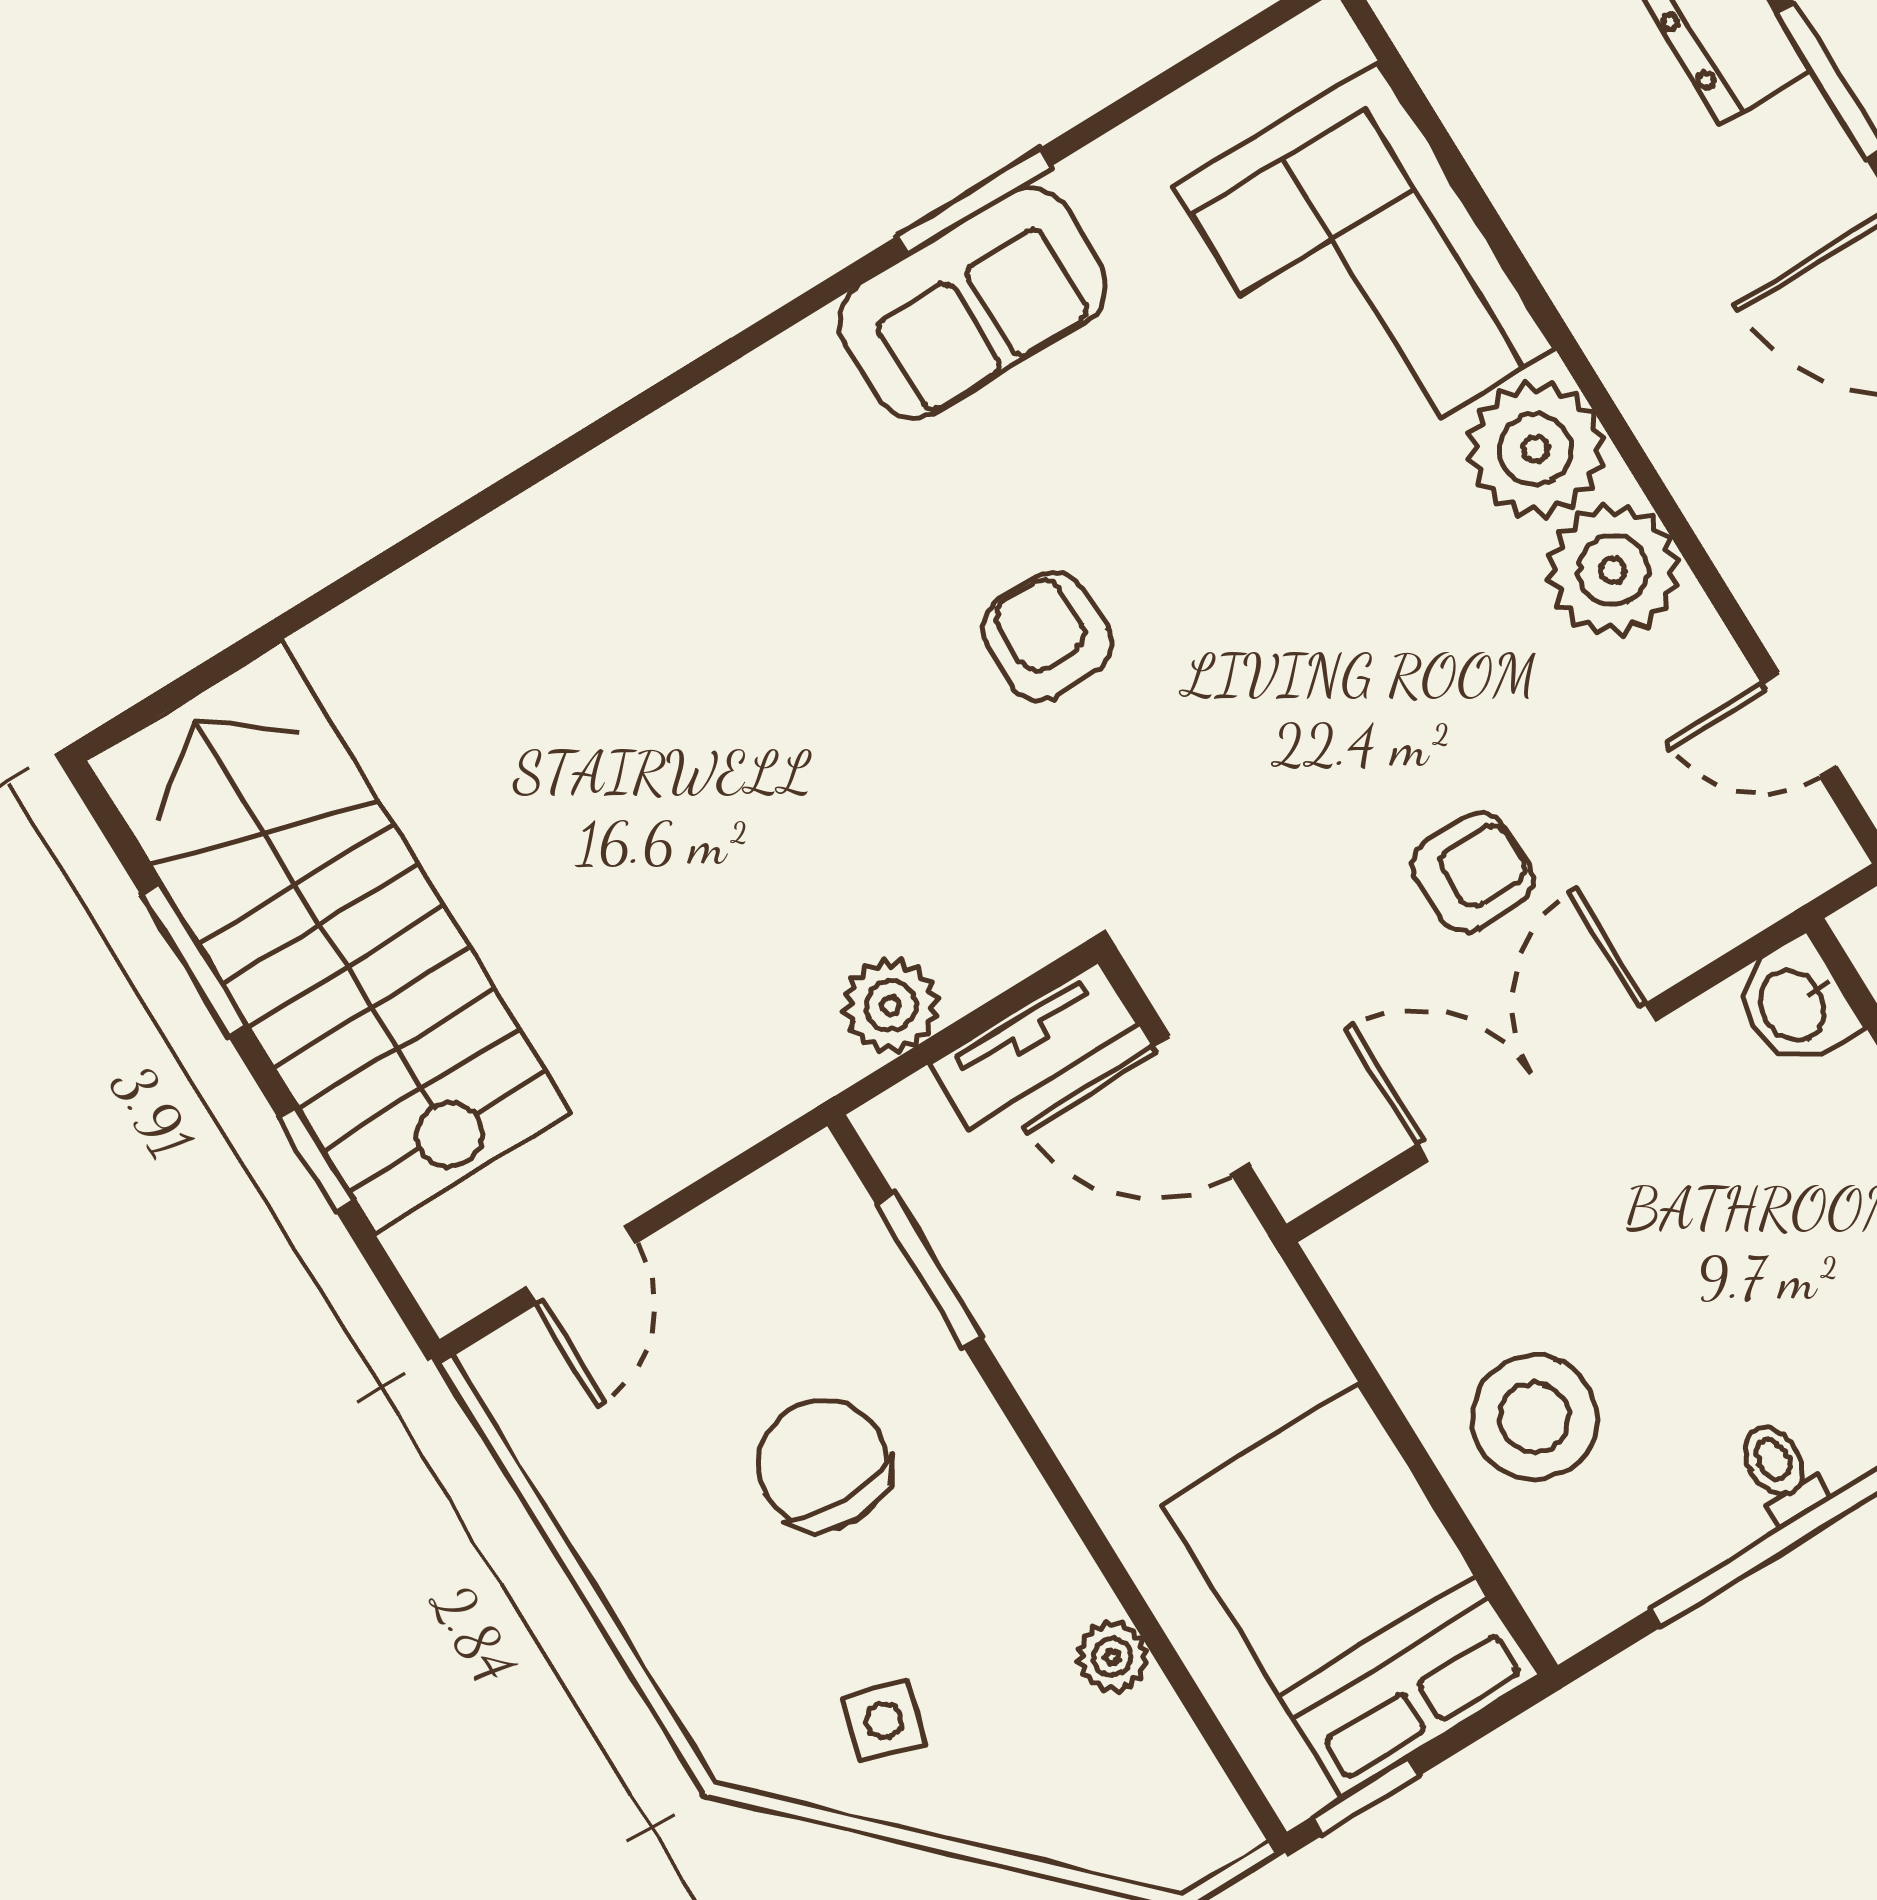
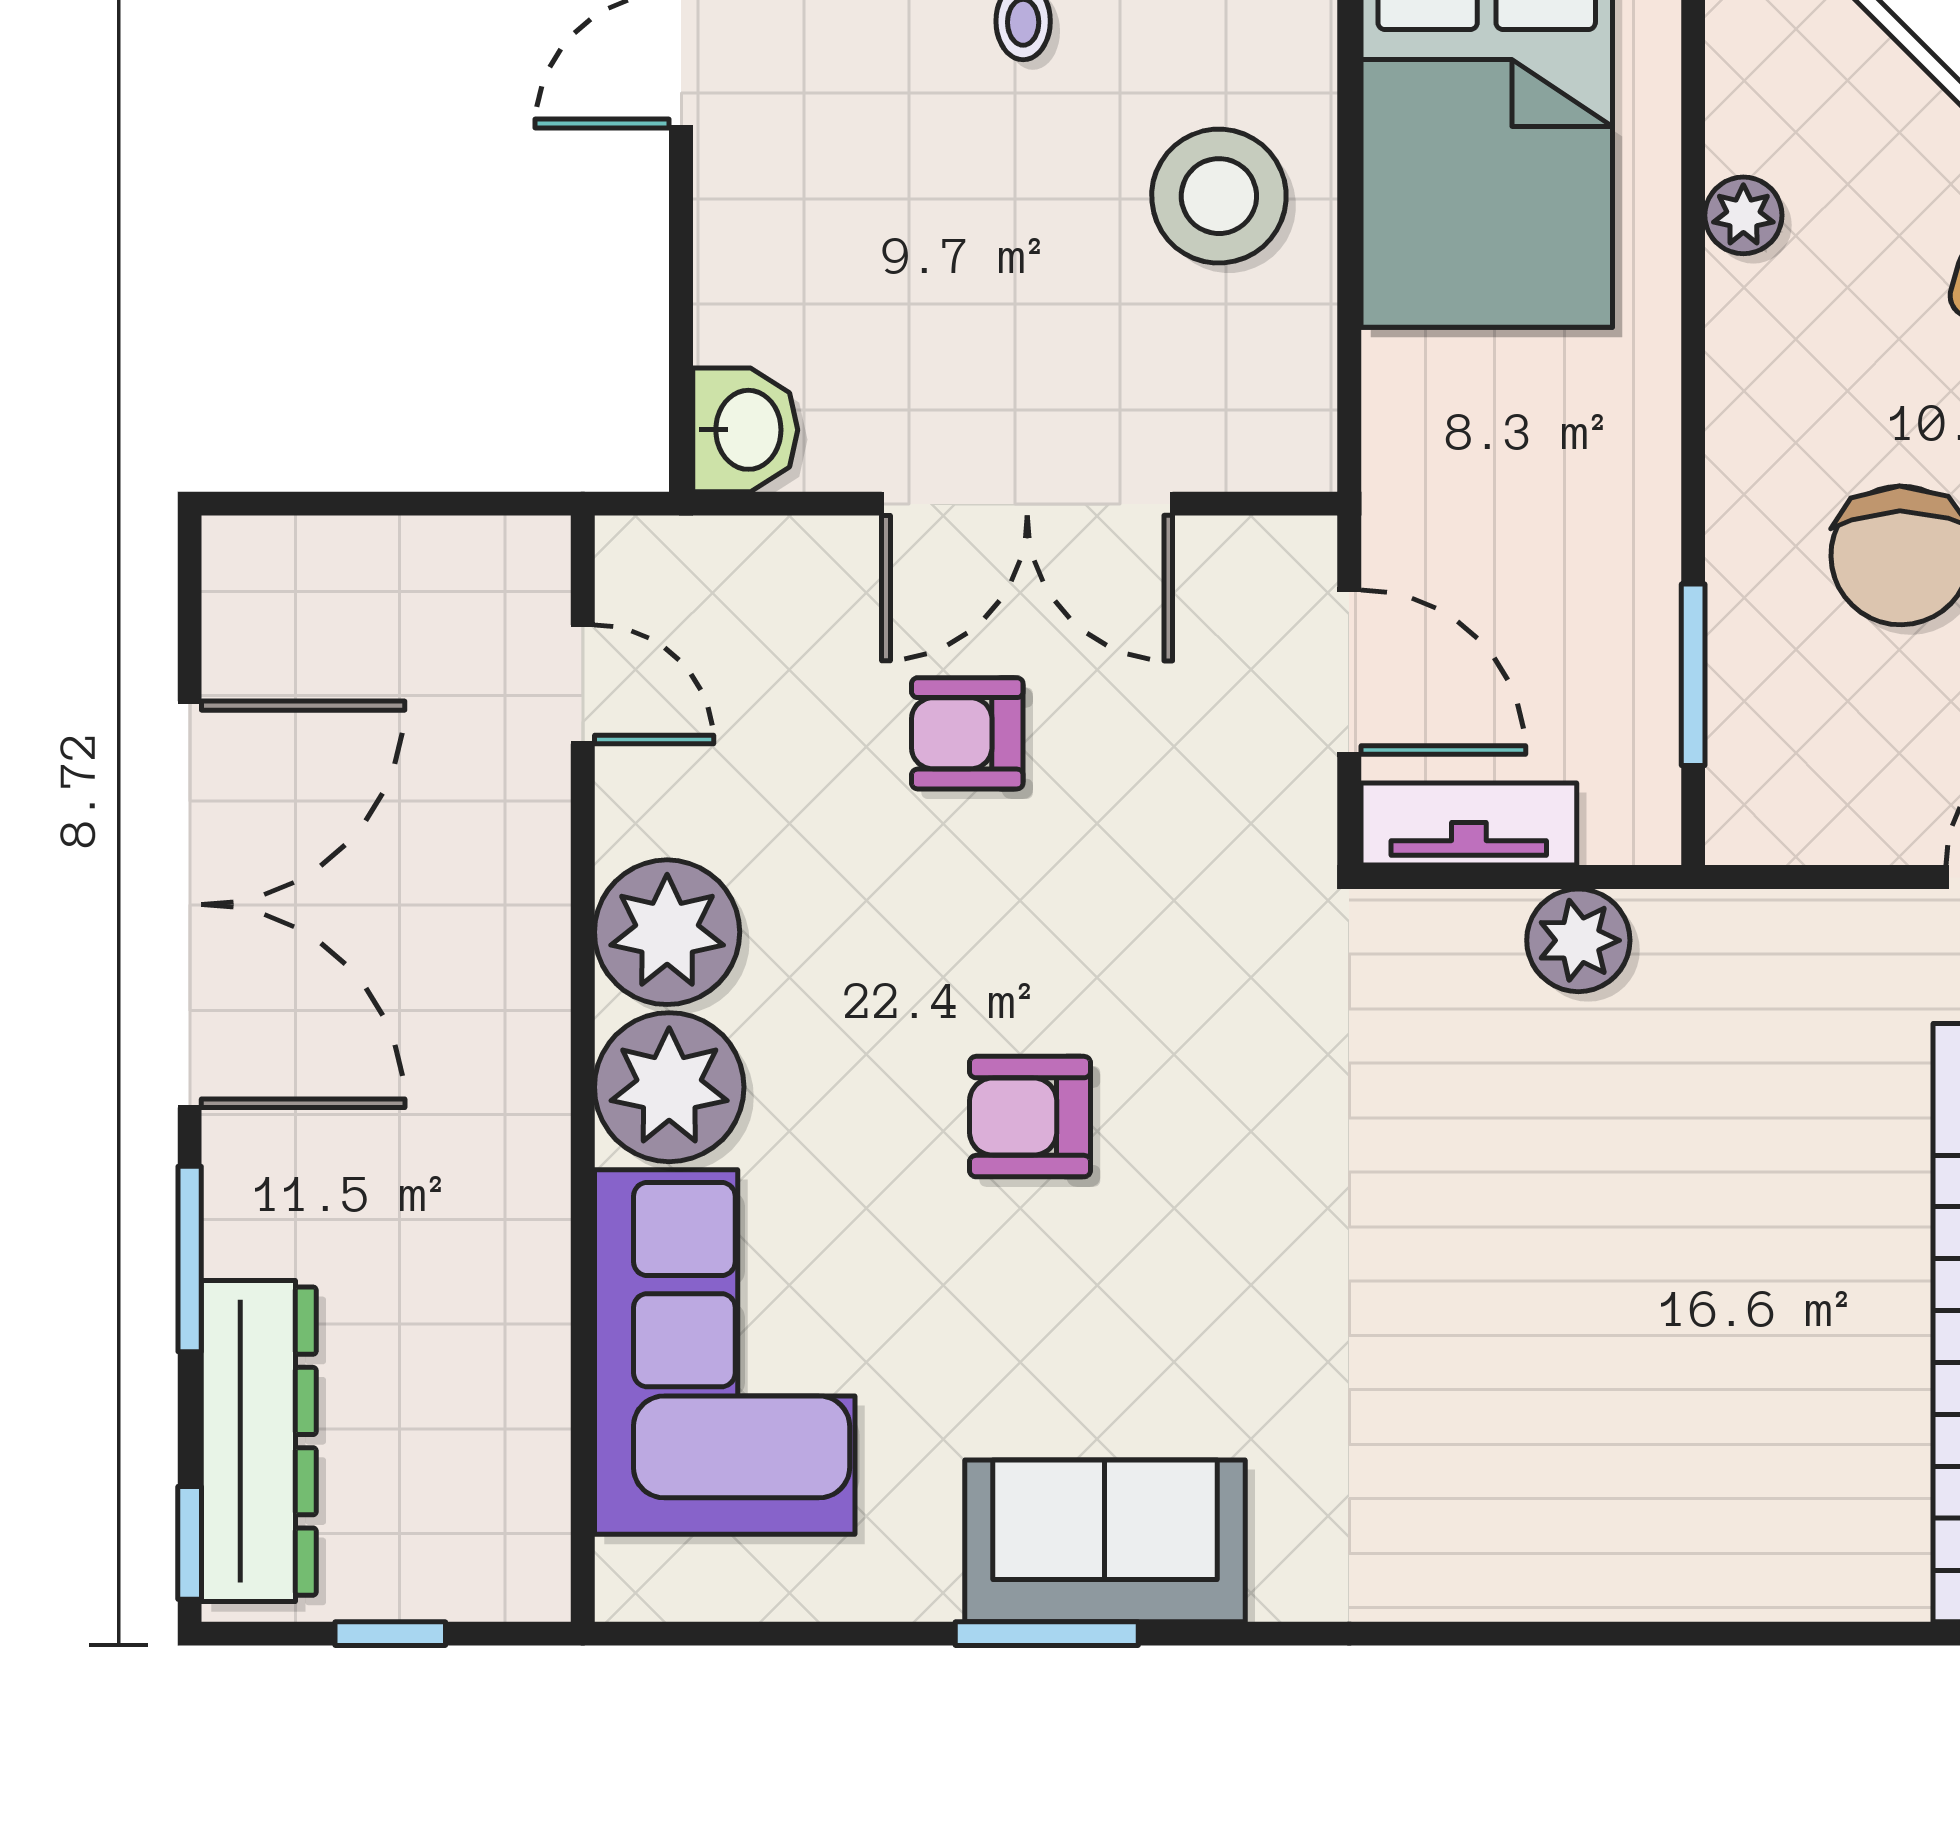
armchair: (1047, 636) -> (1030, 1117), moved, turned 90

